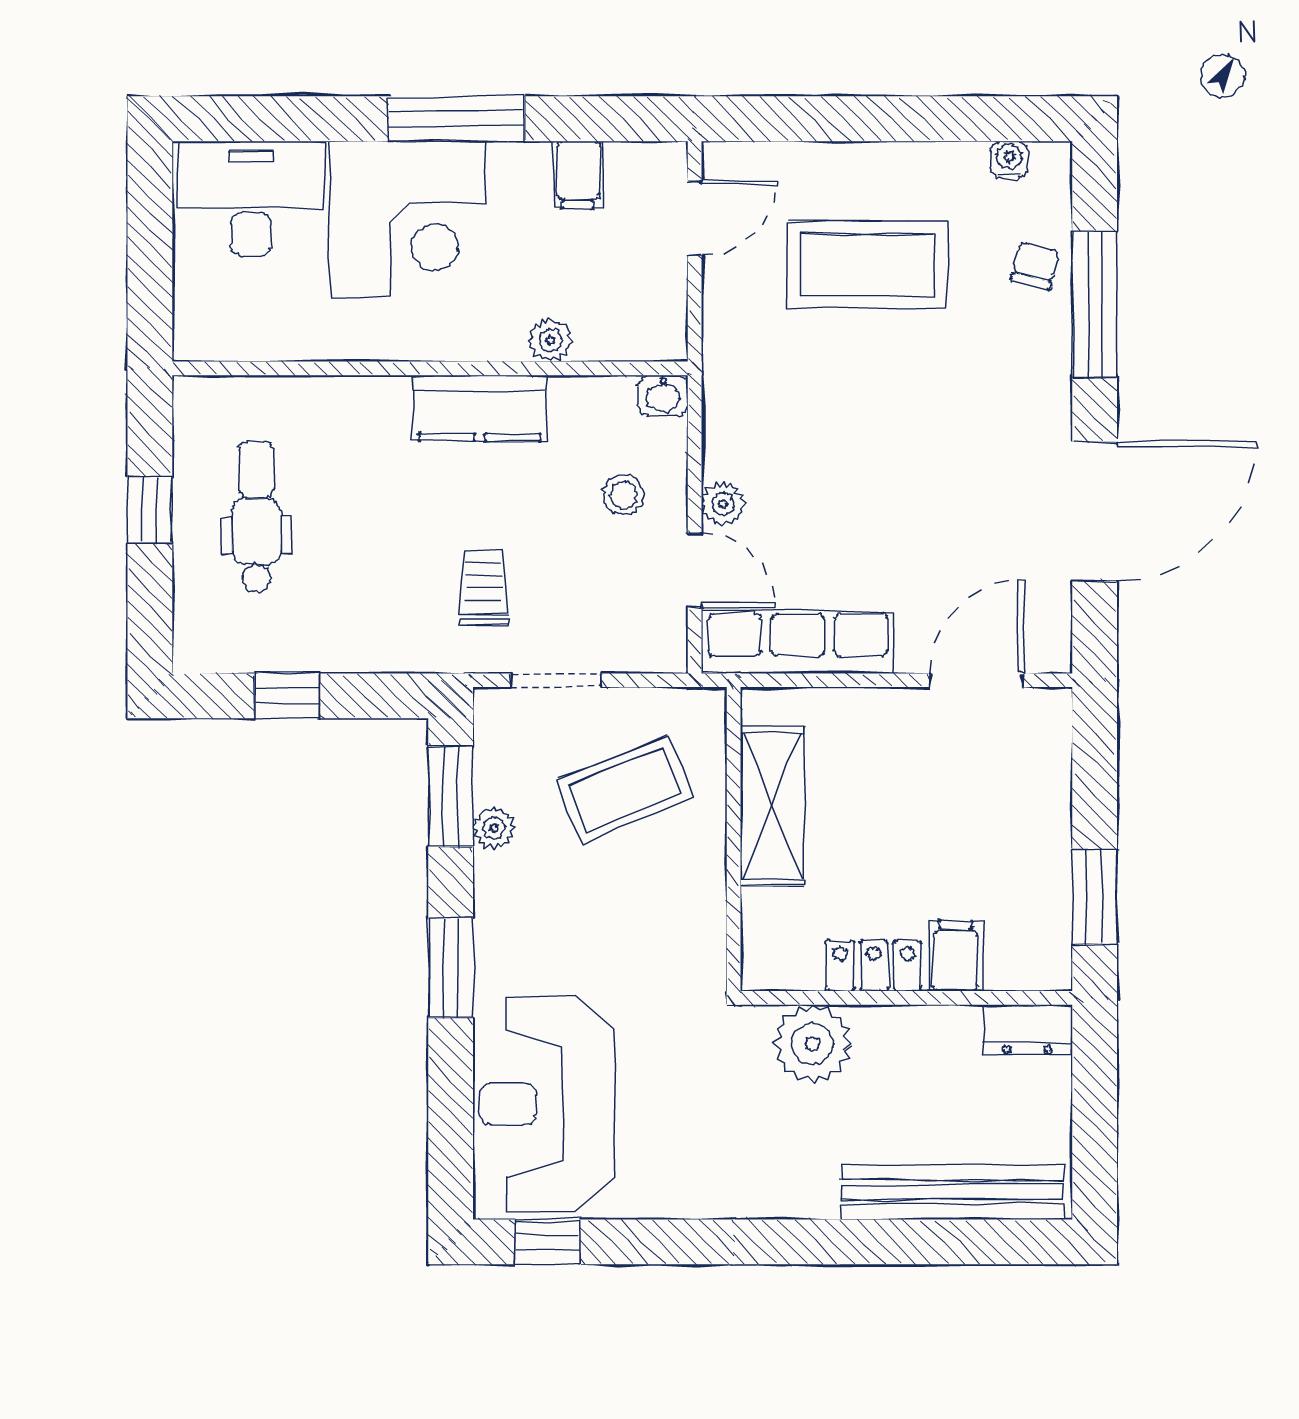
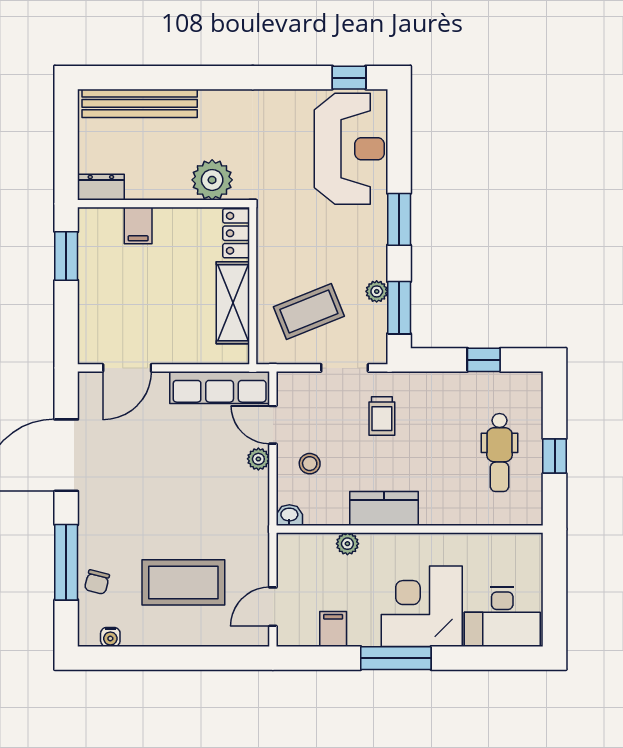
locker: (874, 966) -> (236, 233), moved, turned 90

